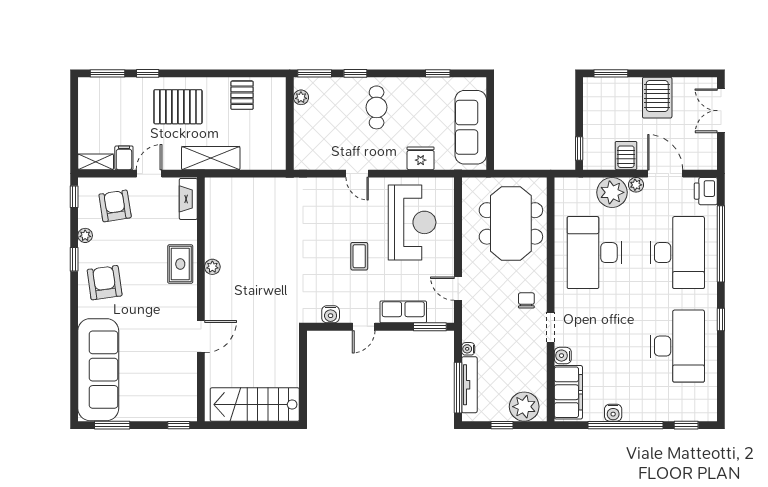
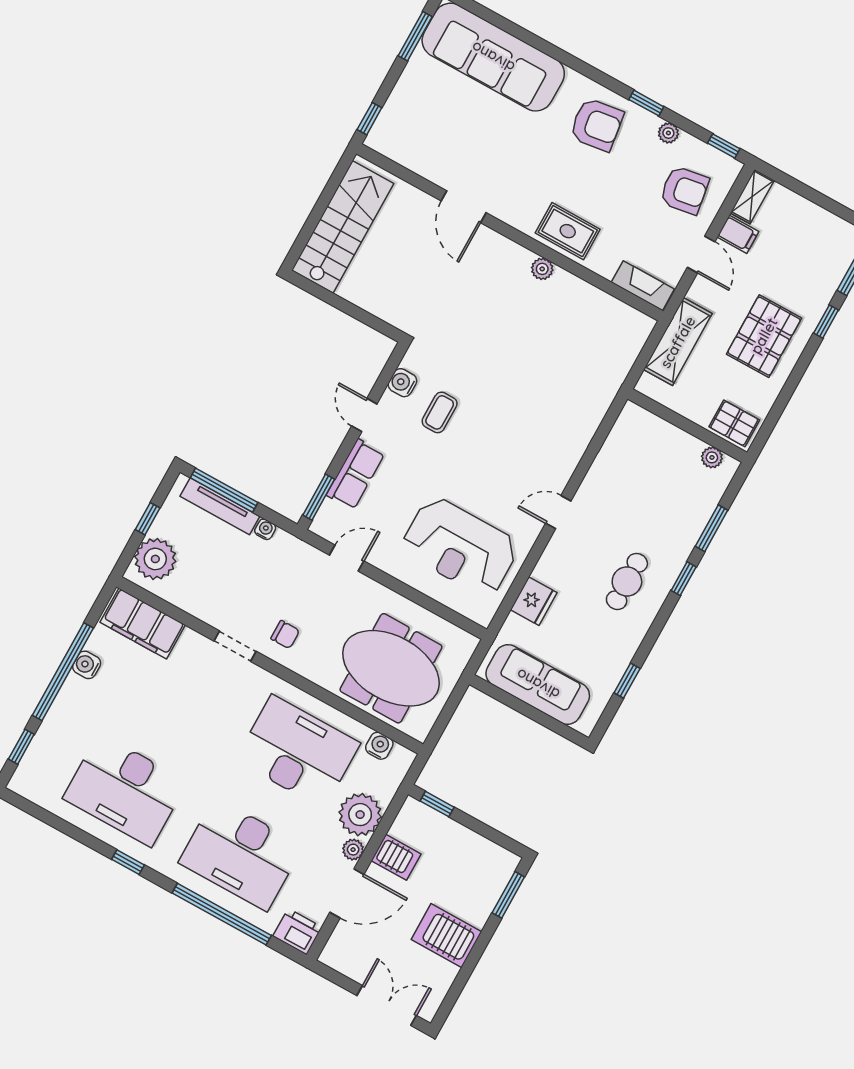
plant: (301, 97) -> (712, 457), moved
cafe table: (377, 107) -> (627, 581), turned 90
wall: (290, 123) -> (687, 426), moved
coffee table: (359, 256) -> (440, 412), moved, turned 90
water cooler: (563, 356) -> (379, 746), moved

